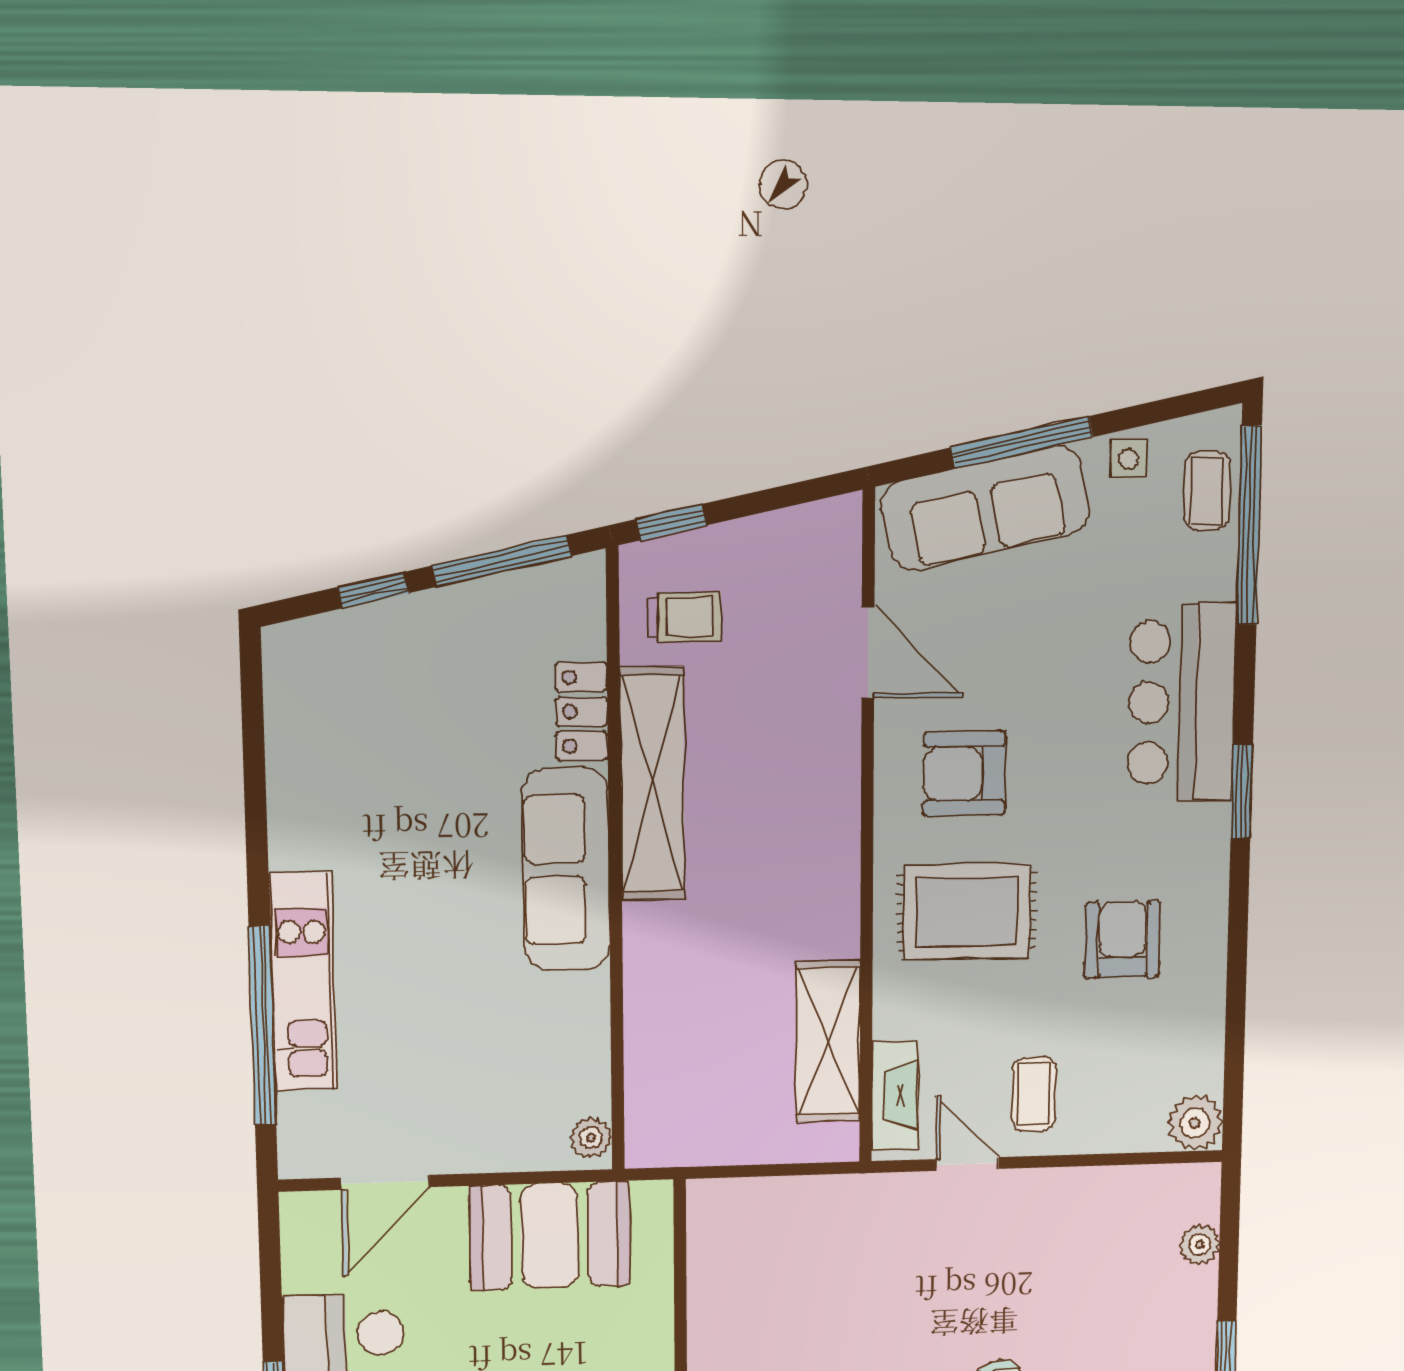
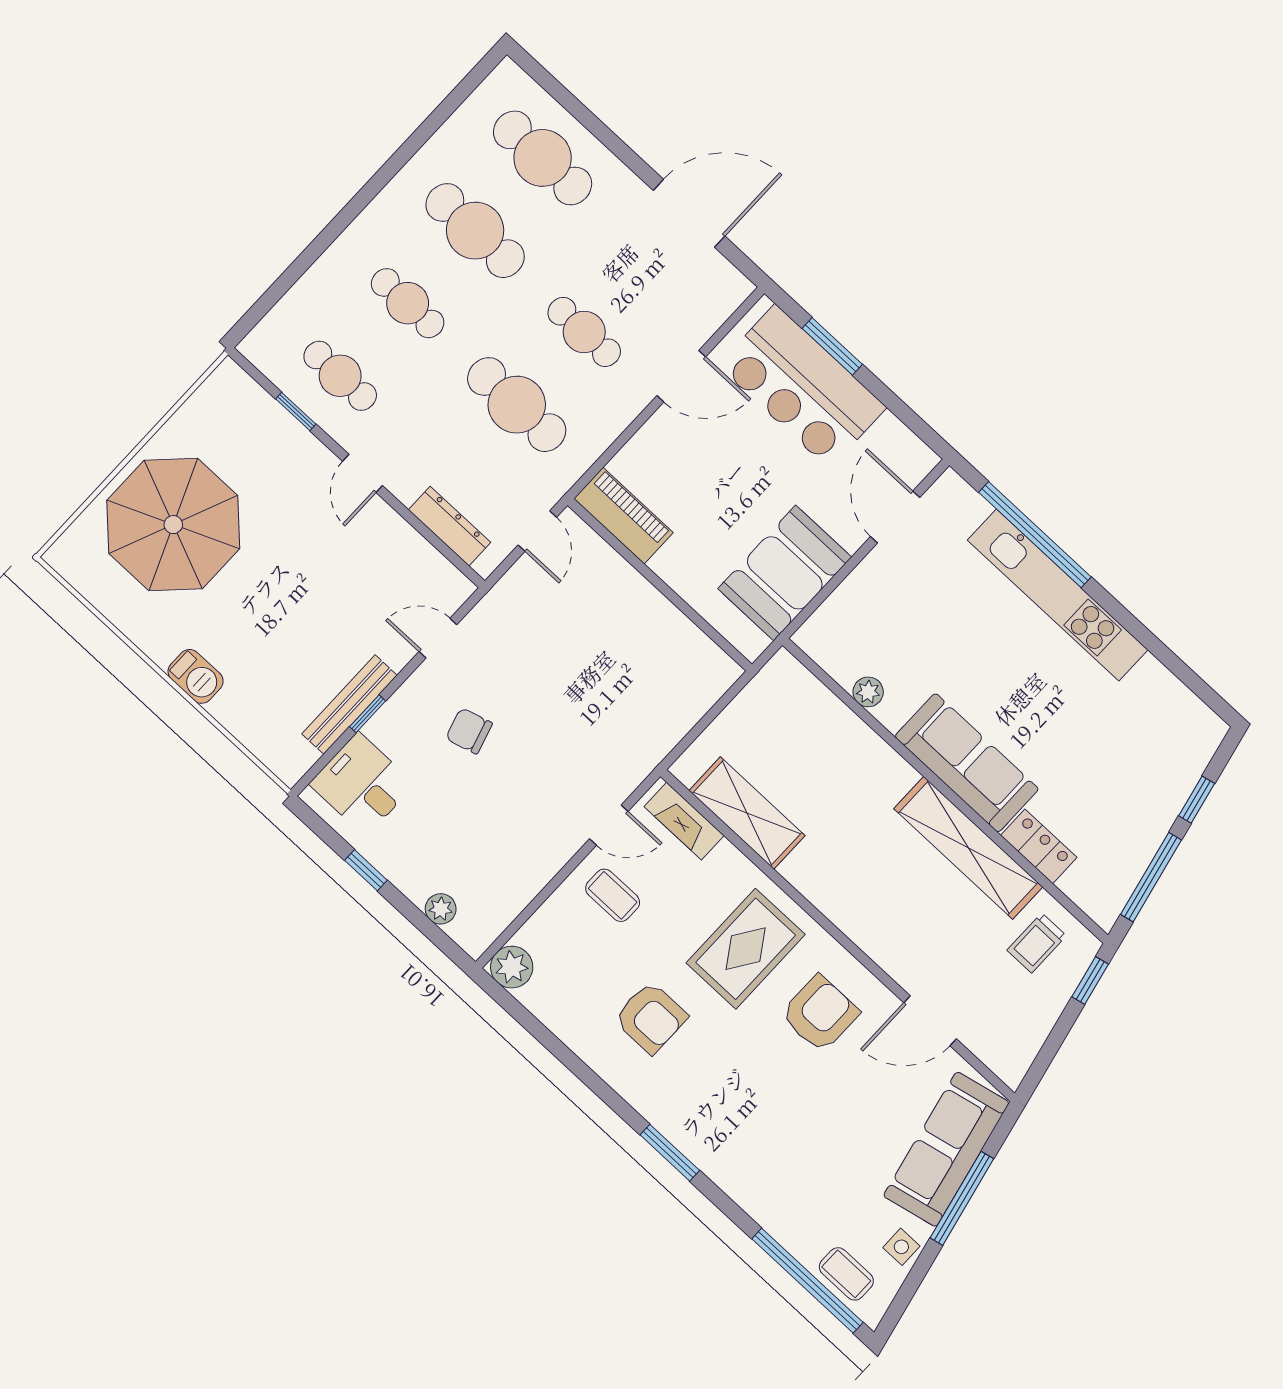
bar counter: (1182, 702) -> (748, 1162), removed
kitchen unit: (303, 982) -> (1058, 595), width x1.36
plant: (591, 1138) -> (868, 692), moved

